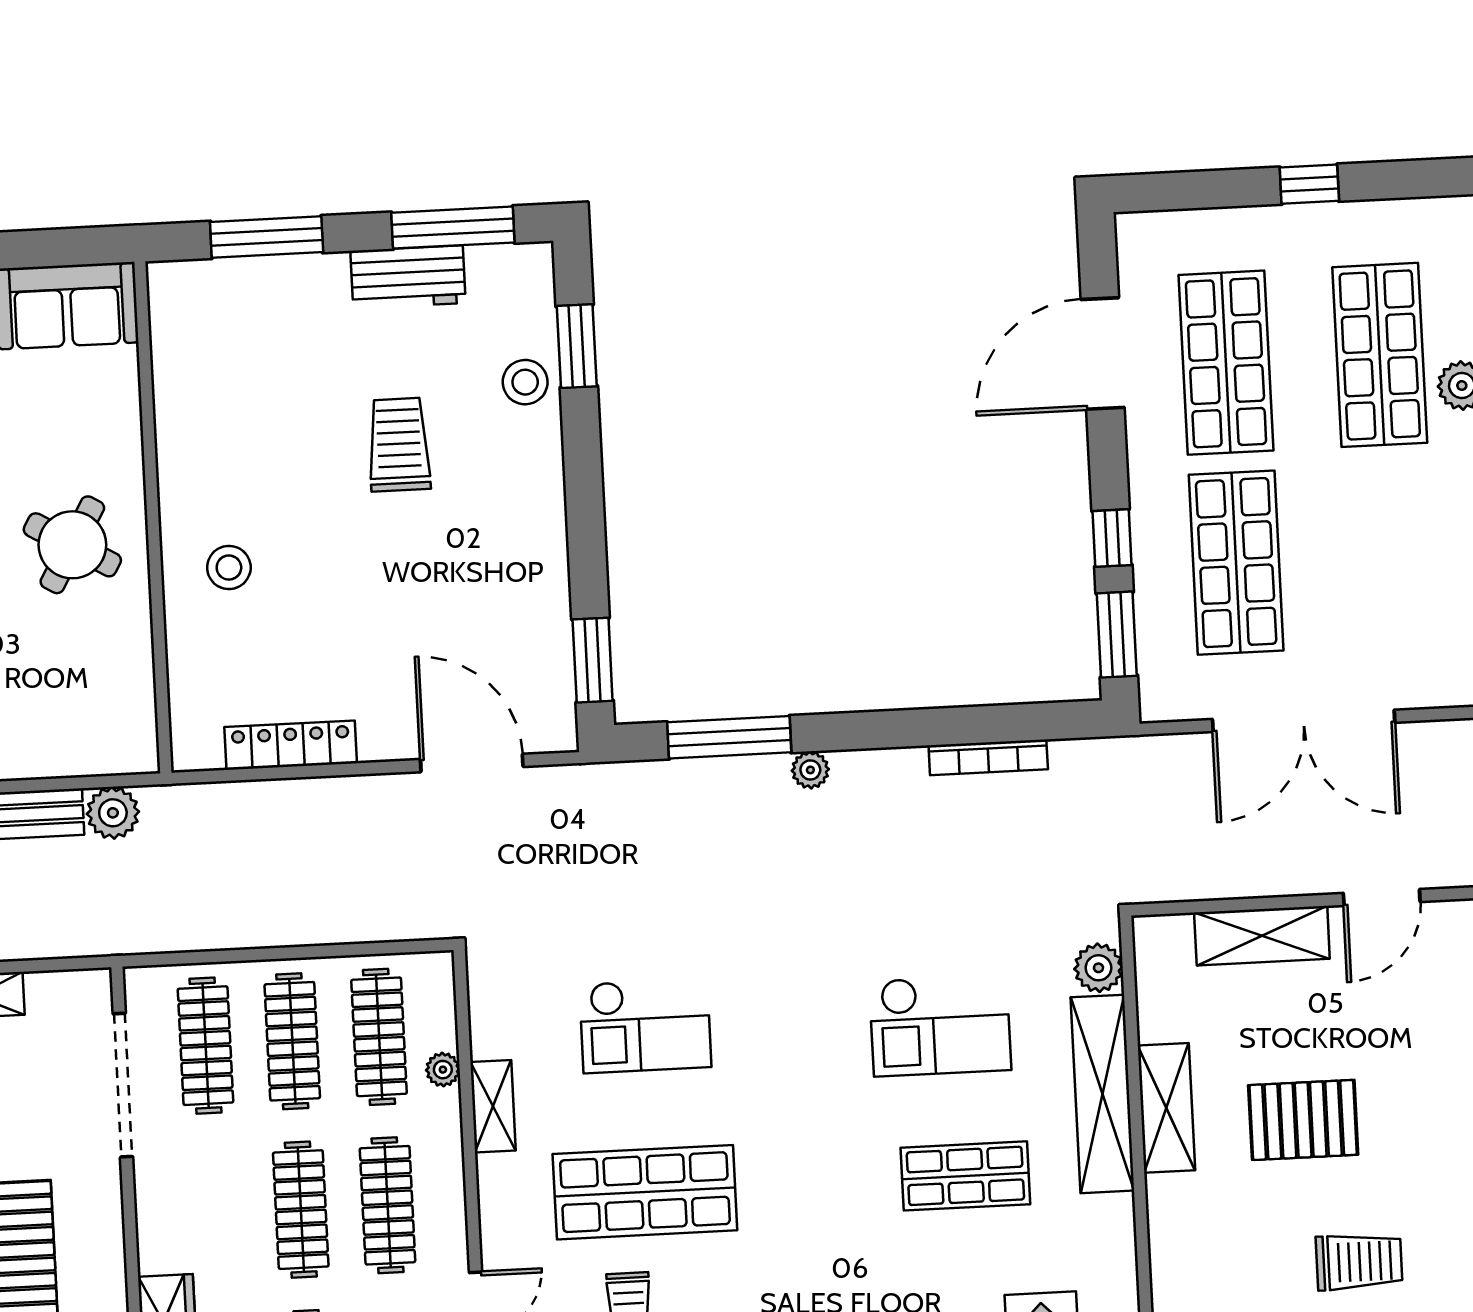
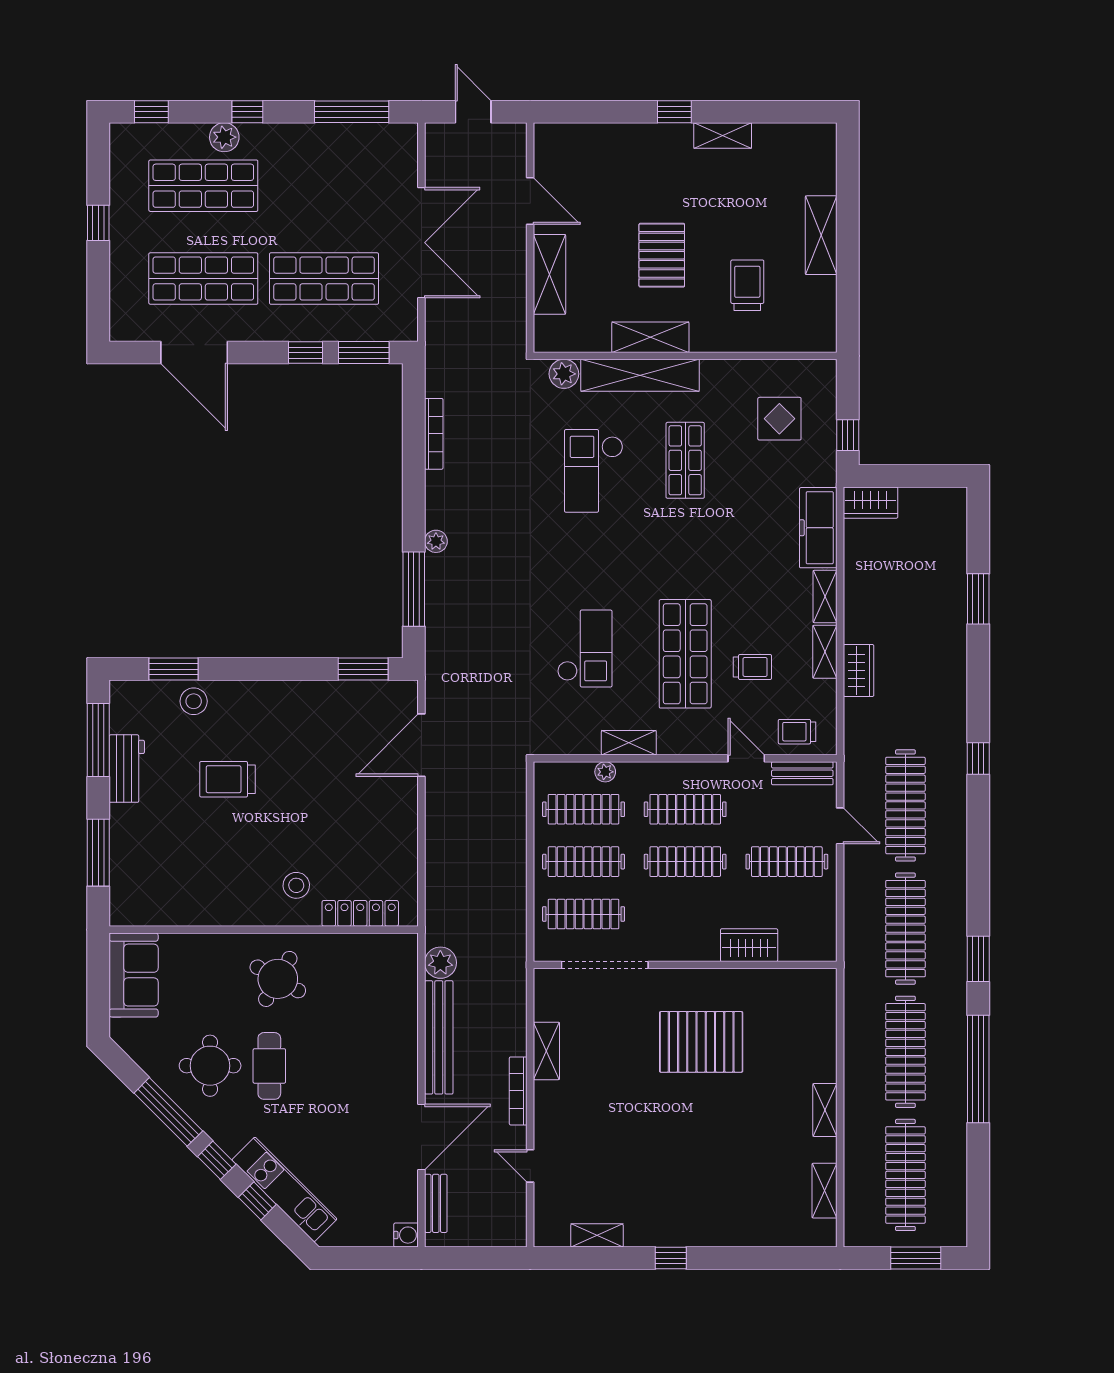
locker: (291, 745) -> (360, 913), moved, turned 90
checkout: (940, 1025) -> (594, 471), turned 180
trolley: (1359, 1262) -> (747, 285), moved

